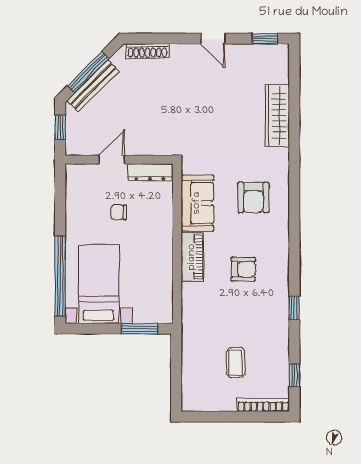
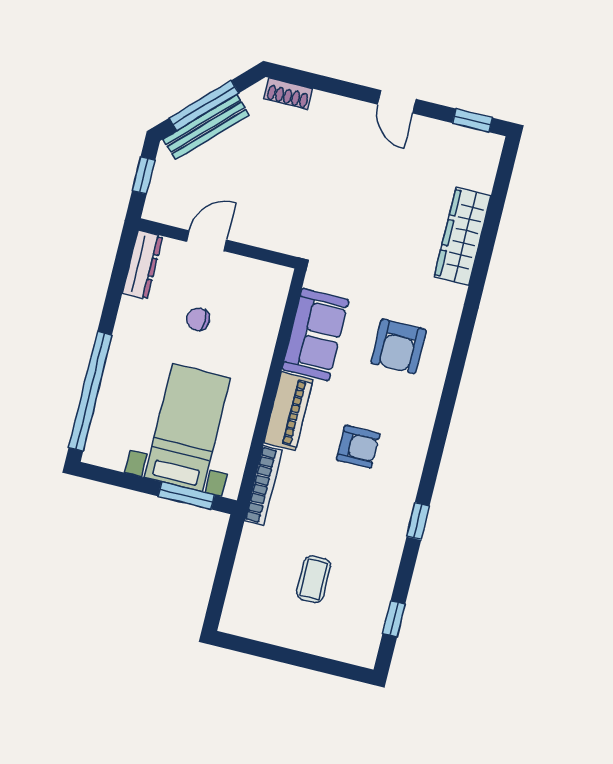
shoe rack: (148, 51) -> (288, 94), width x0.70
dresser: (150, 172) -> (142, 265), moved, turned -90
bed with nightstands: (99, 284) -> (187, 428), moved
bookcase: (263, 405) -> (263, 485), moved, turned 90

